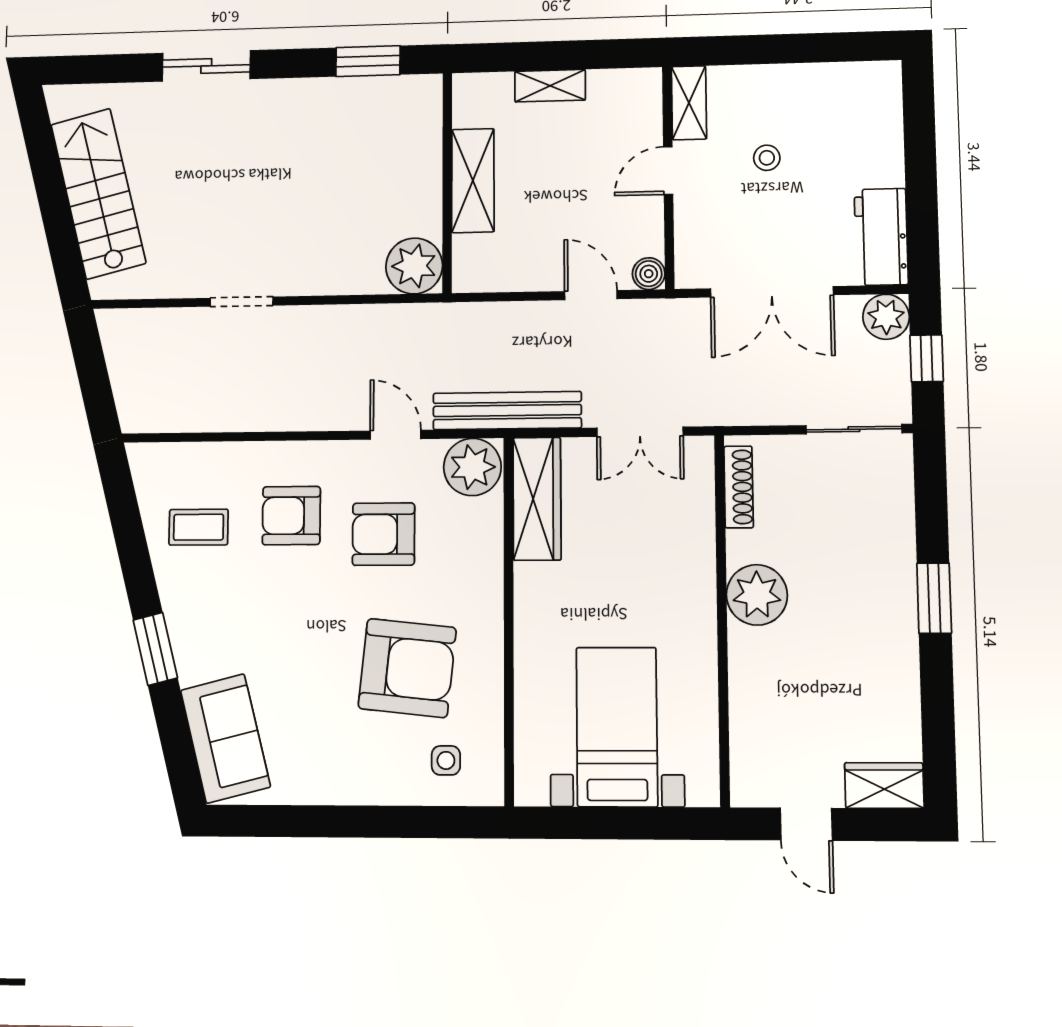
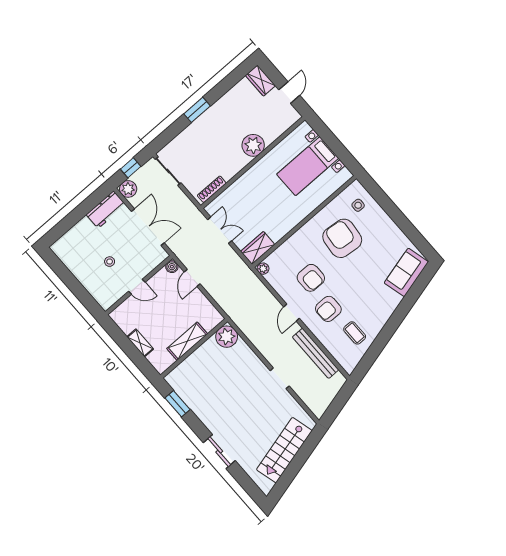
shelving: (689, 103) -> (112, 298), removed
bench: (507, 411) -> (316, 353), moved
door: (395, 435) -> (292, 313), moved
plant: (472, 467) -> (263, 269), width x0.53, depth x0.53
wardrobe: (537, 499) -> (258, 248), width x0.67
armchair: (291, 516) -> (328, 309), turned 90
plant: (757, 595) -> (253, 145), moved
window: (155, 649) -> (399, 315), removed

